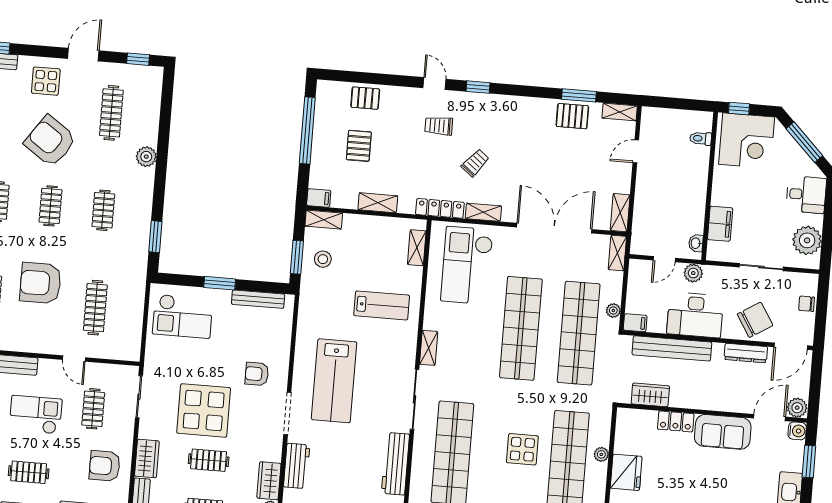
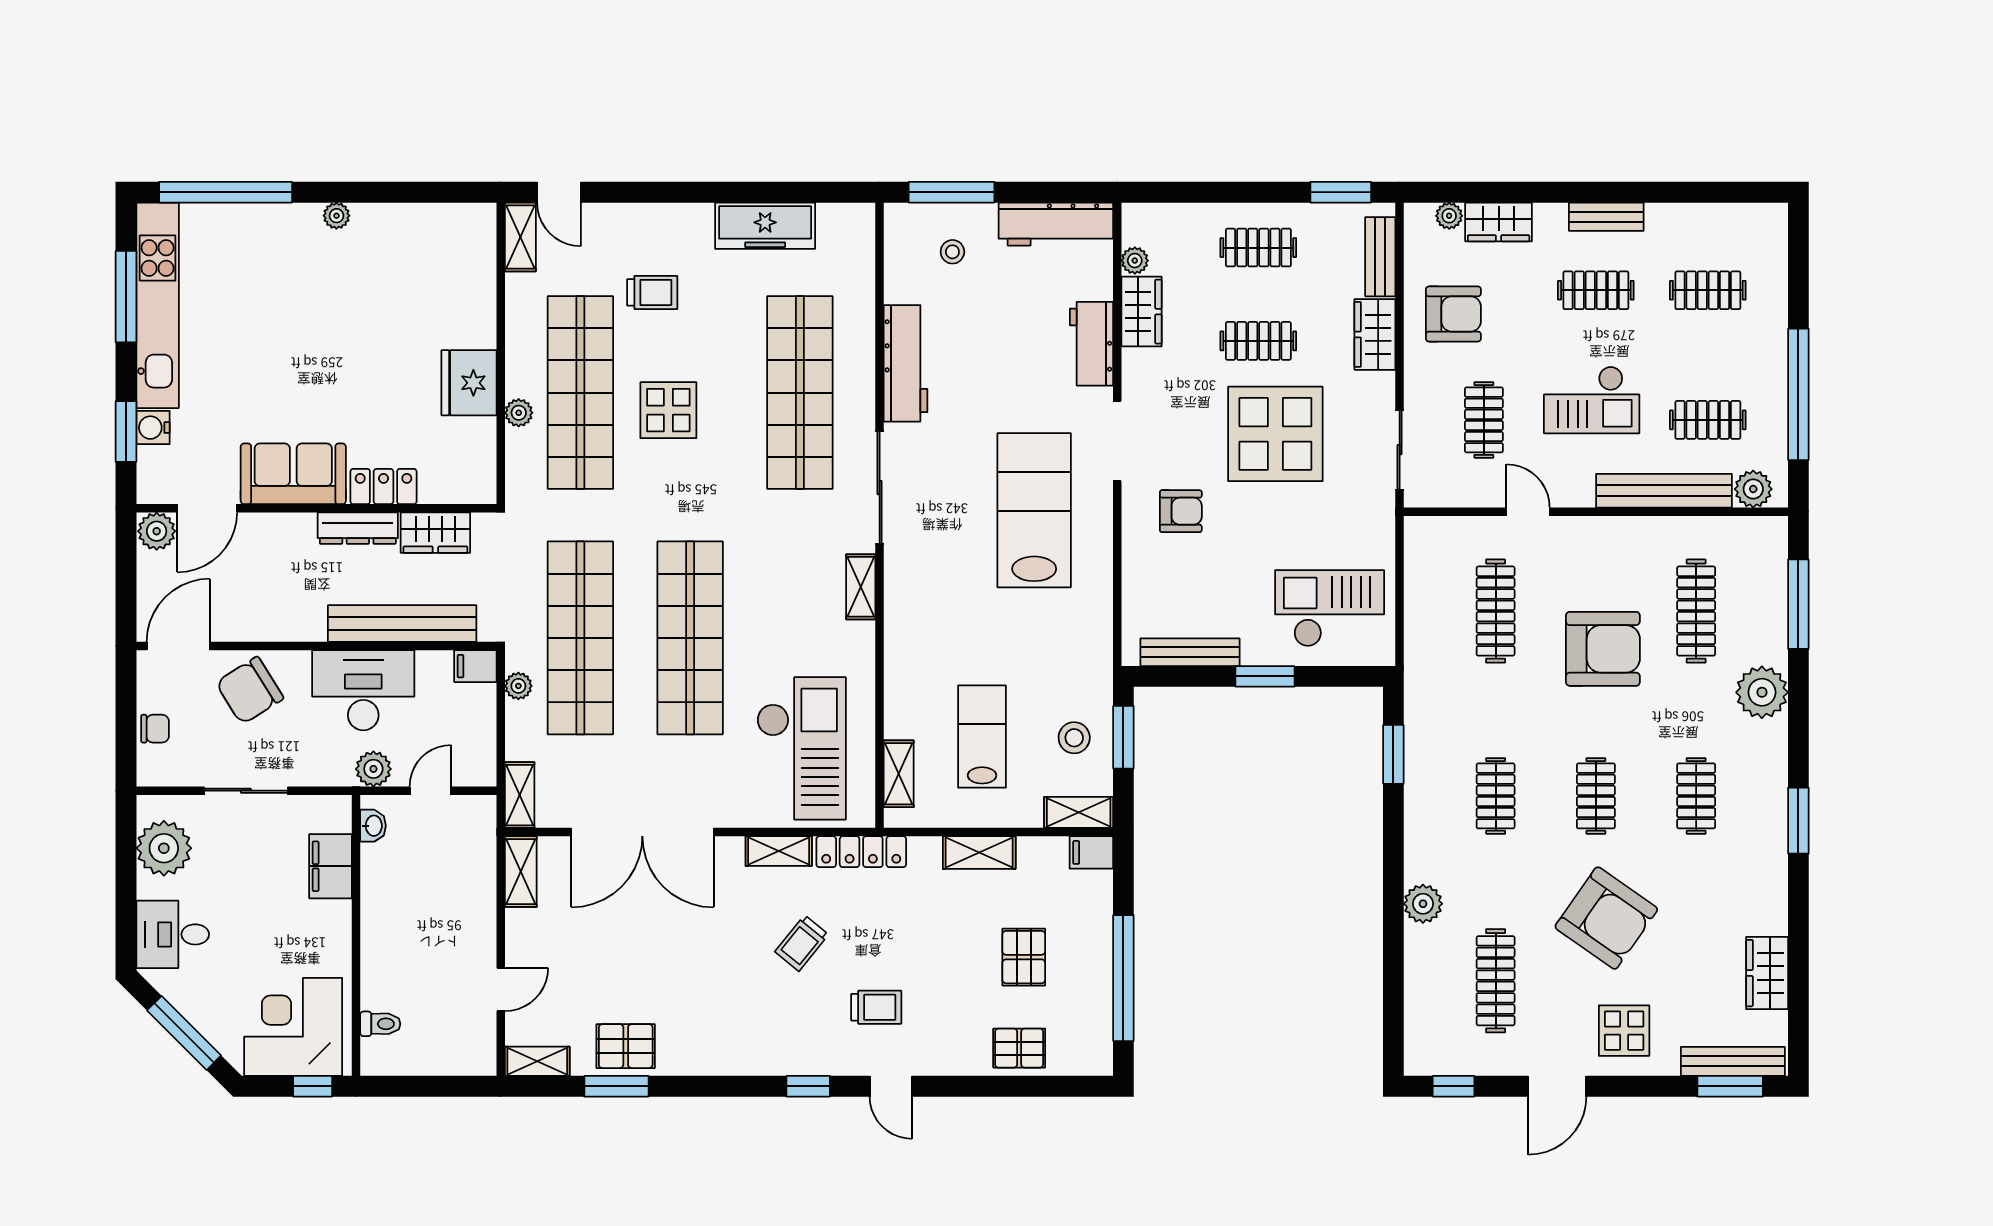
lab bench: (382, 305) -> (982, 737), moved, turned 90
dresser: (746, 353) -> (358, 528), moved, turned 180
water cooler: (797, 431) -> (153, 428), moved

